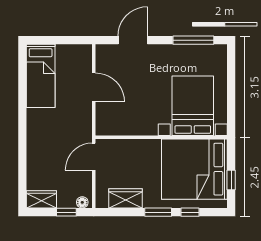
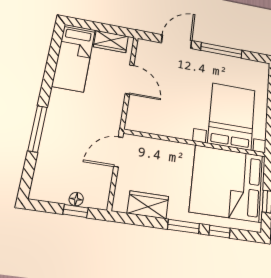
window: (193, 40) -> (222, 50), moved
window: (22, 148) -> (38, 129), added
wardrobe: (41, 199) -> (111, 41), moved, turned 180
floor lamp: (82, 202) -> (76, 199), moved

